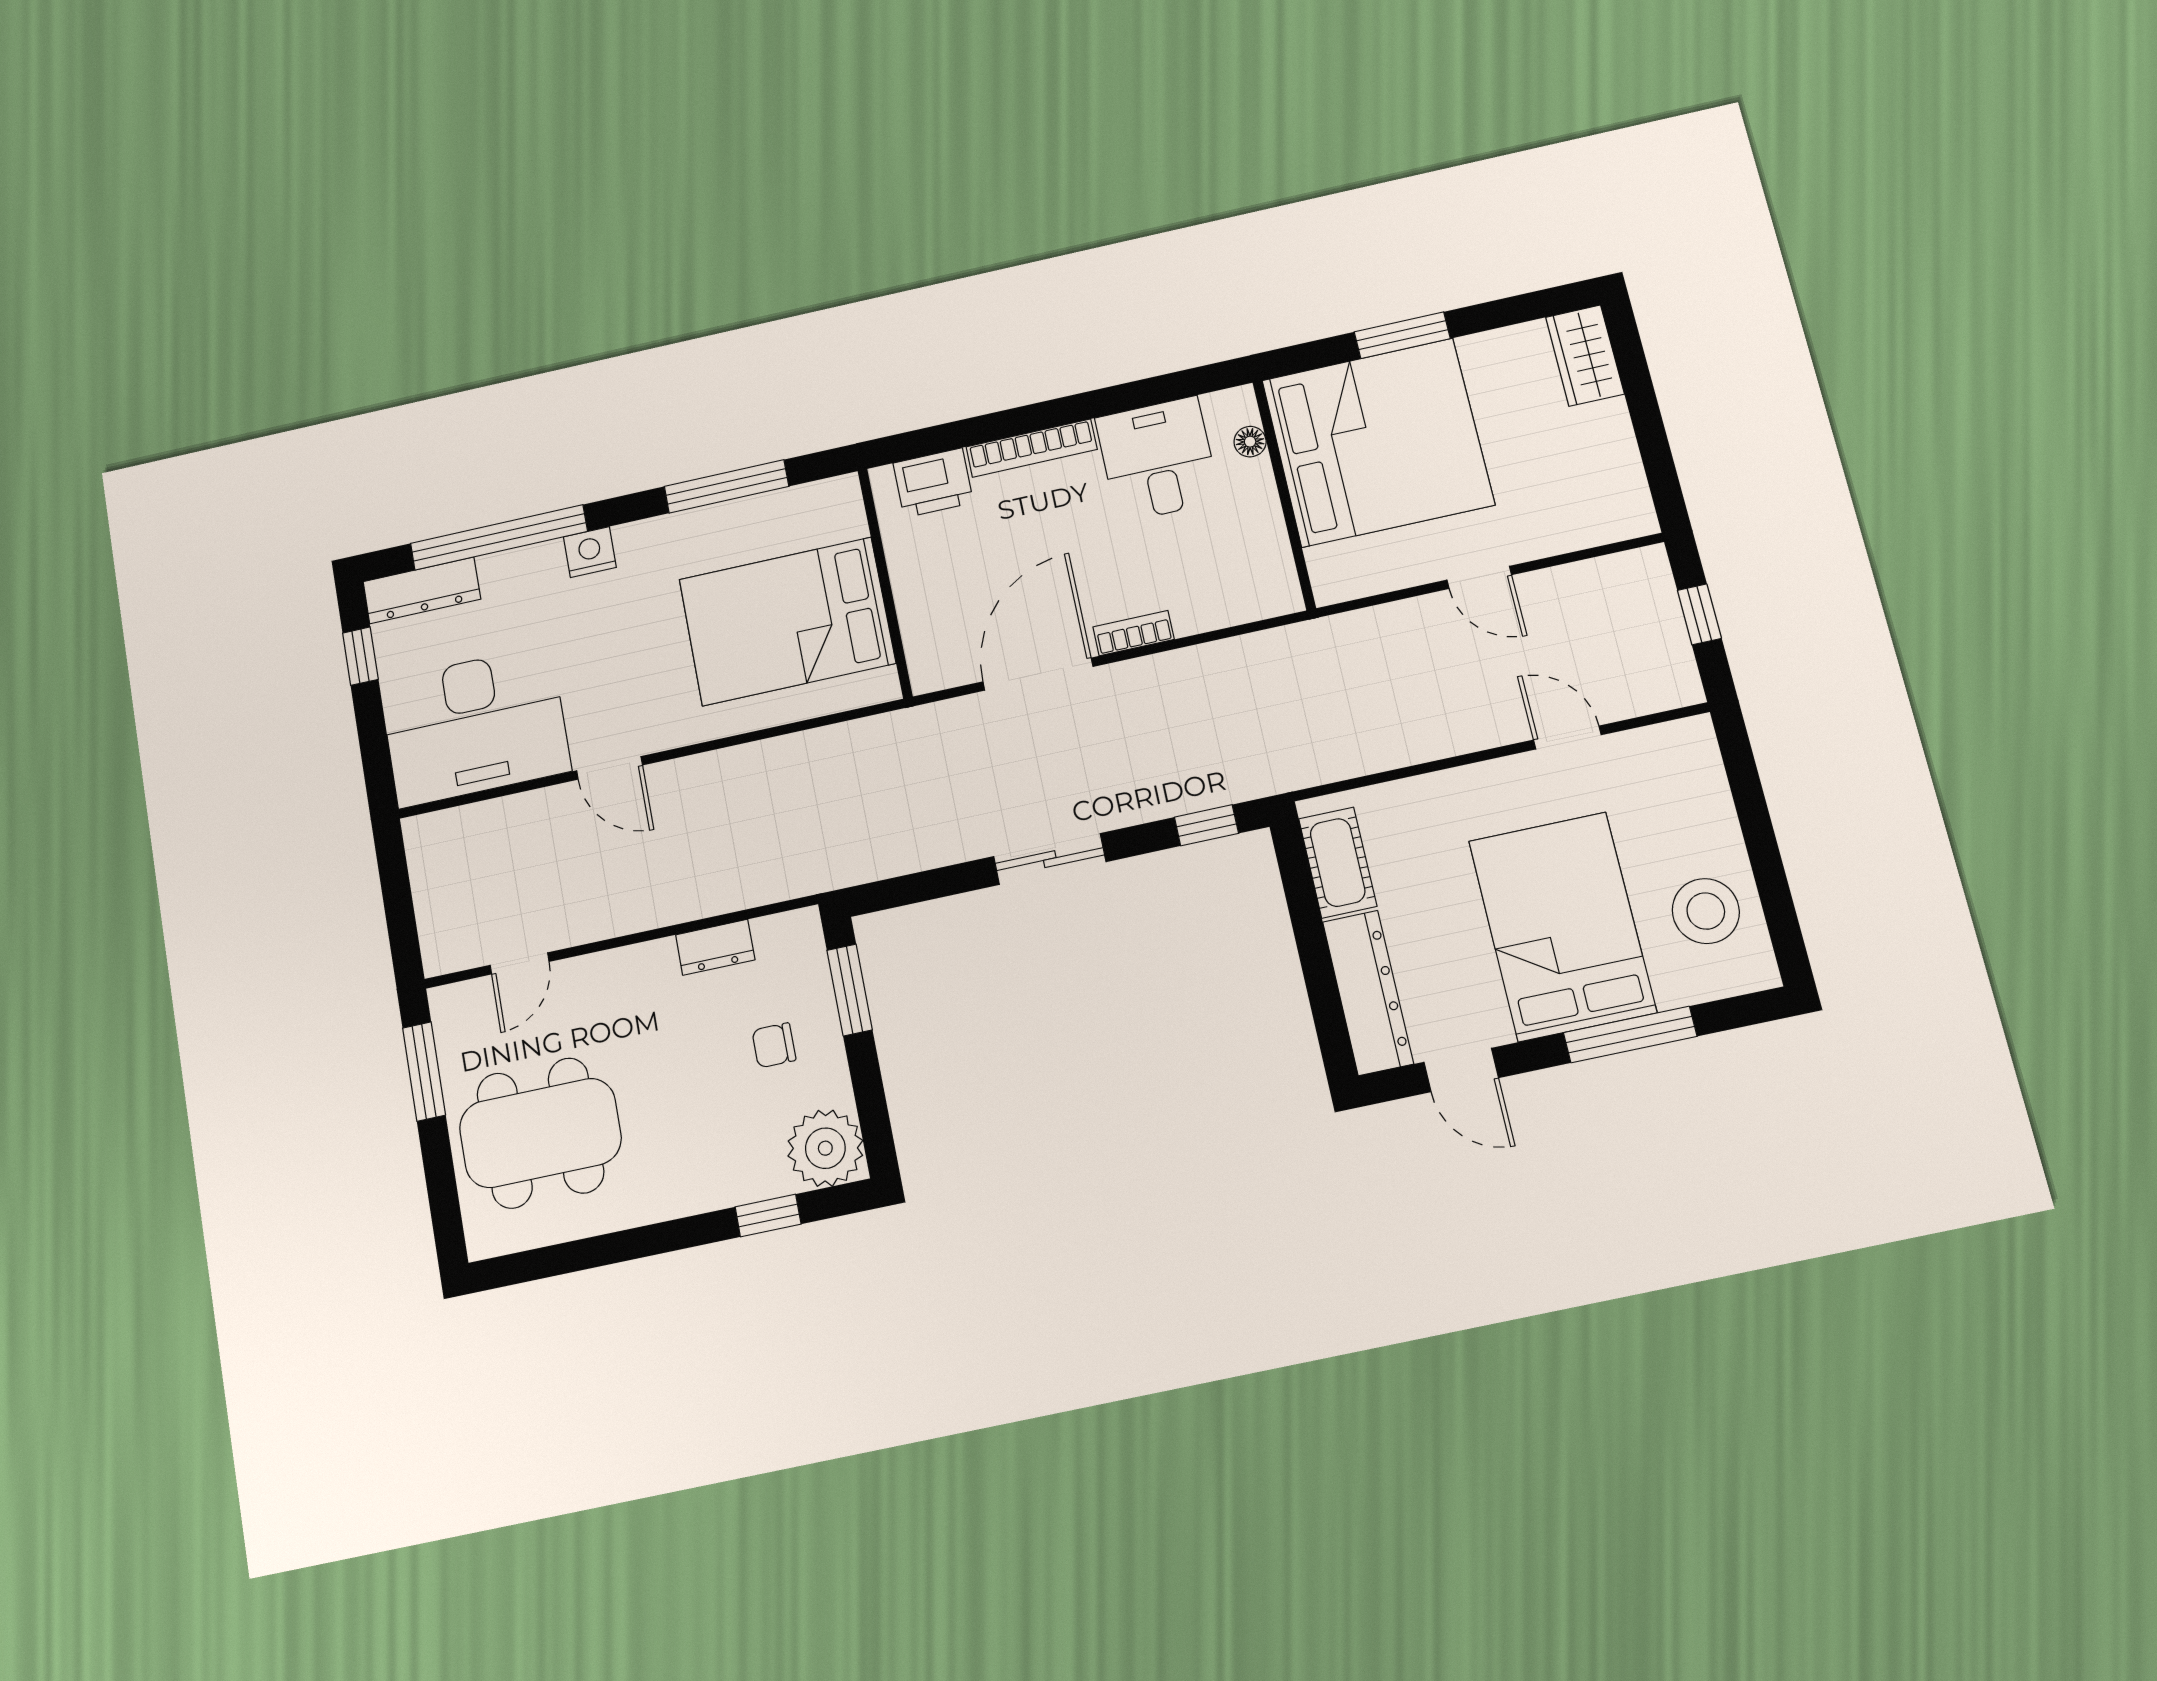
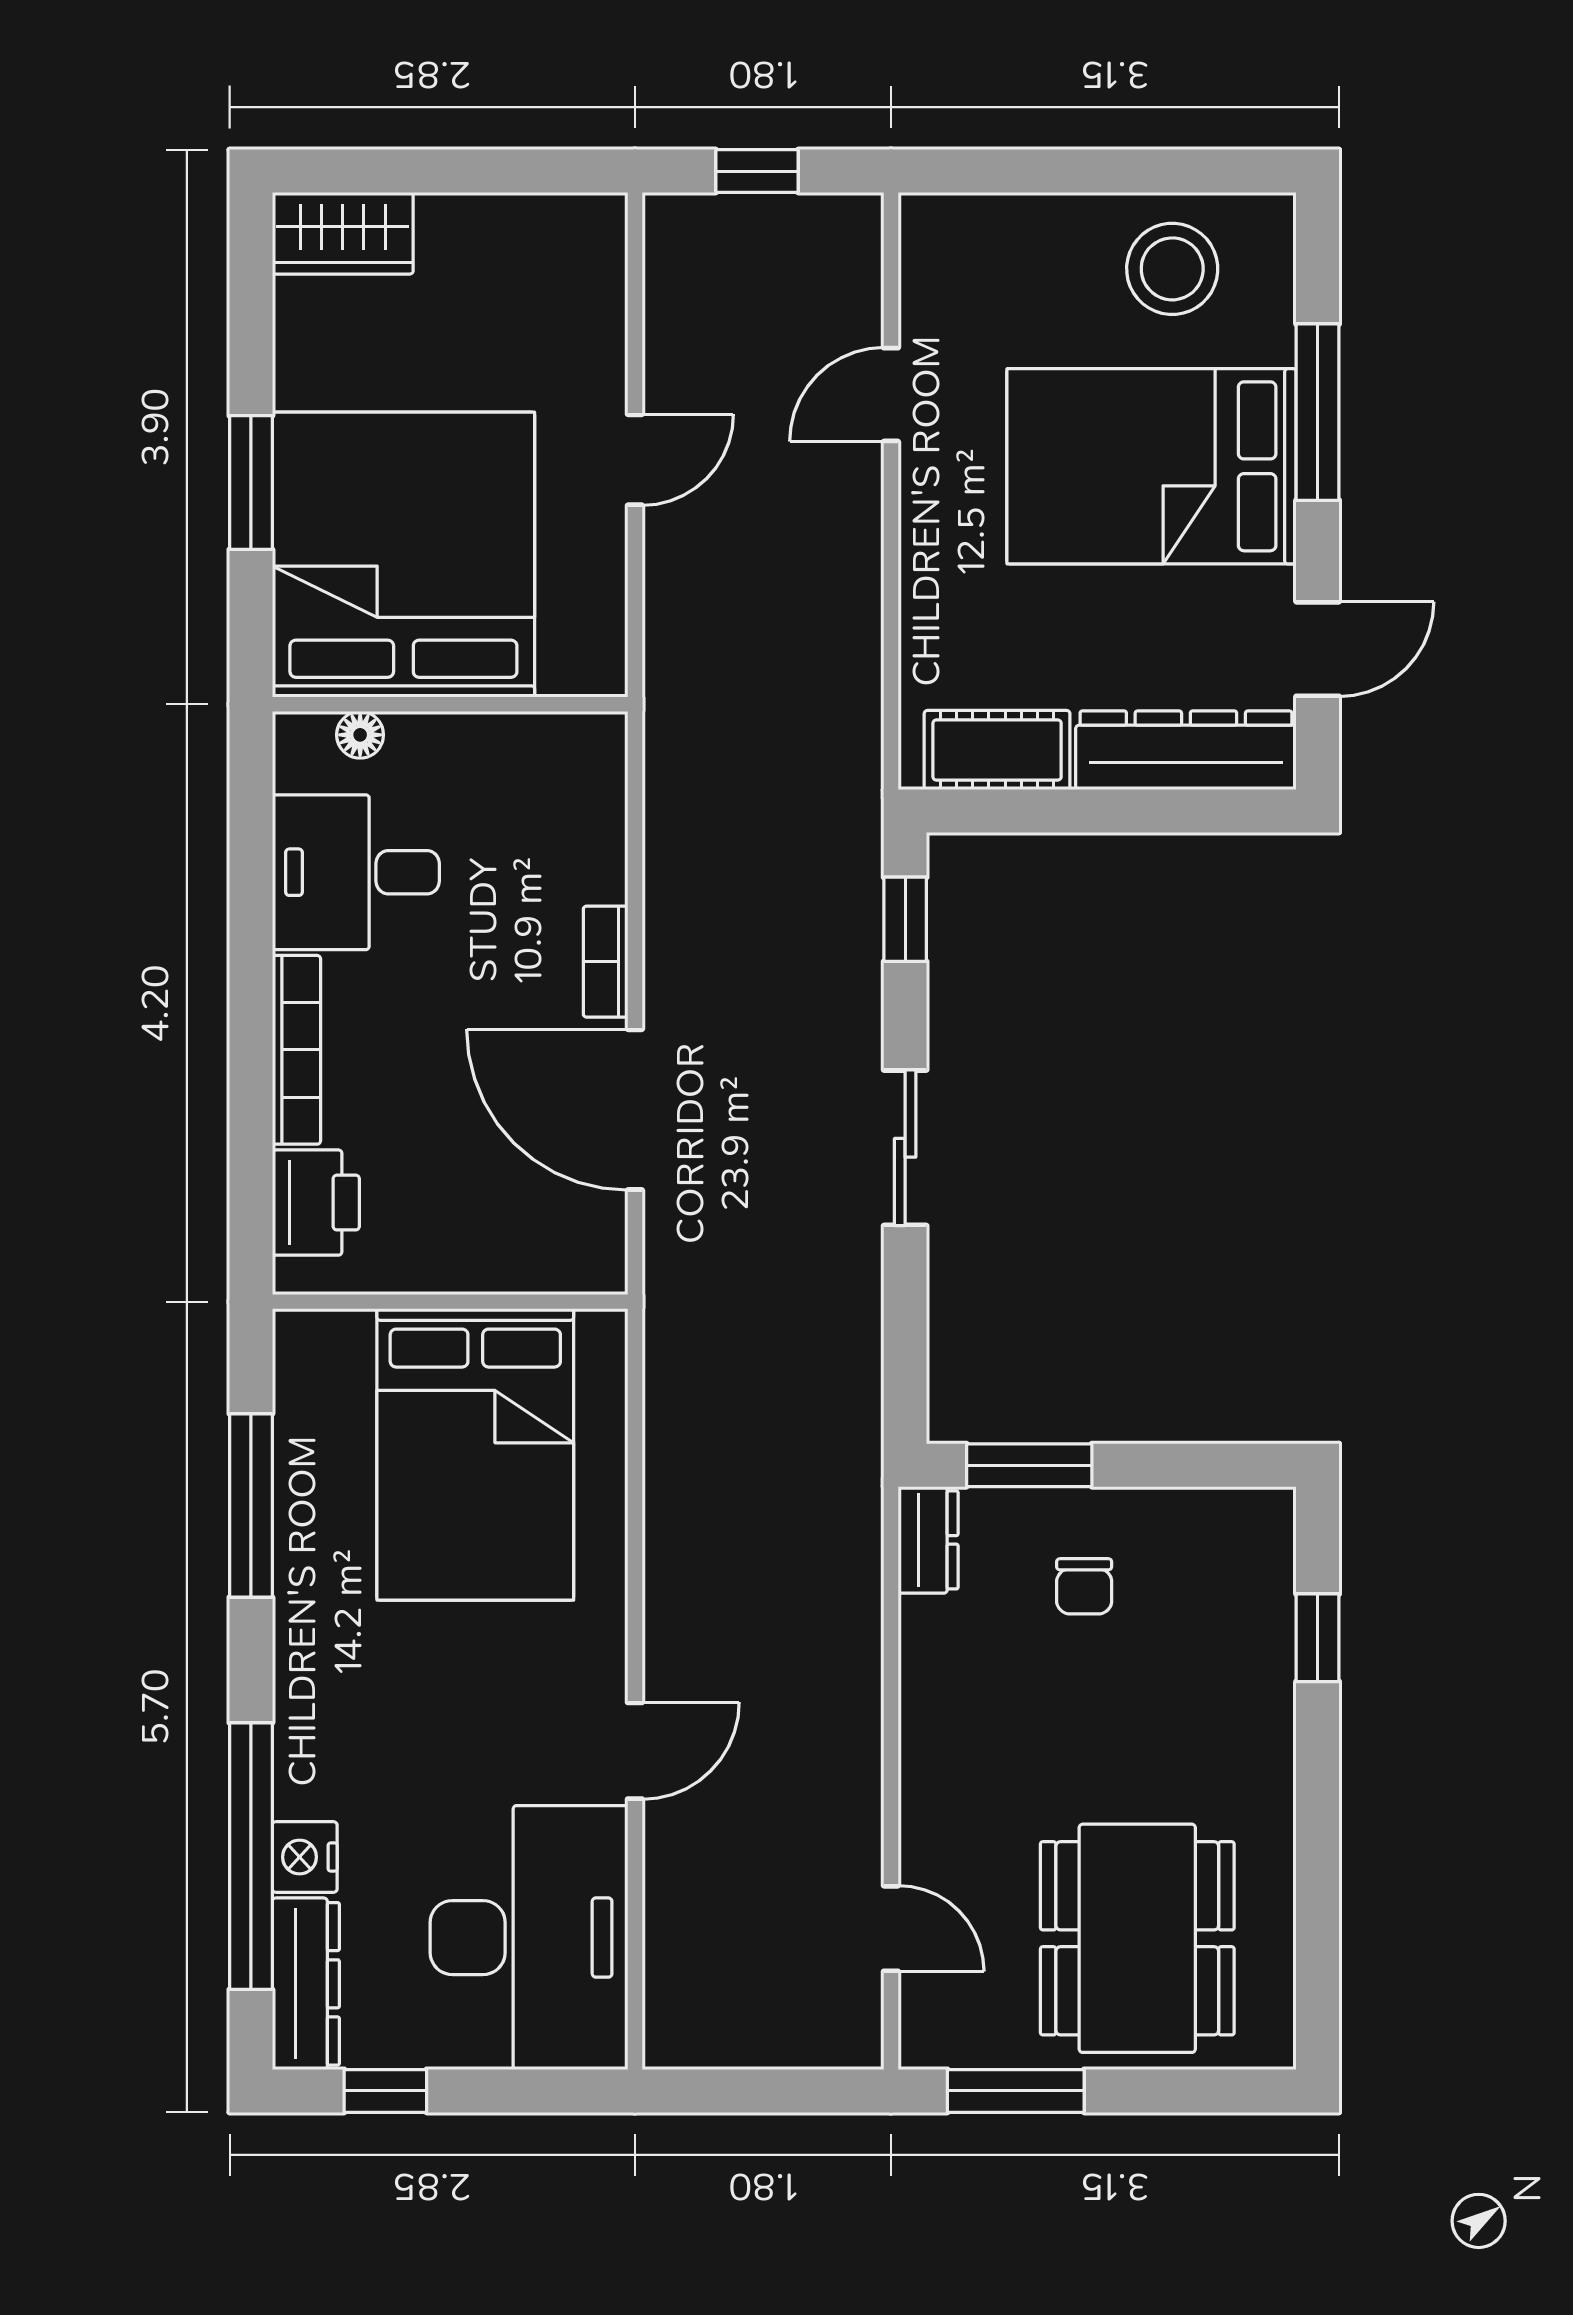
nightstand: (590, 552) -> (305, 1857), moved
dresser: (715, 947) -> (928, 1540), moved
plant: (825, 1148) -> (1242, 1541), removed

